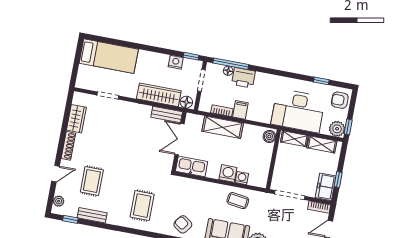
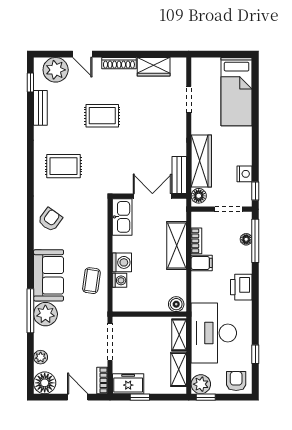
printer: (243, 78) -> (241, 287), moved
rug: (92, 181) -> (102, 116), moved
plant: (59, 201) -> (56, 70), width x1.88, depth x1.88

